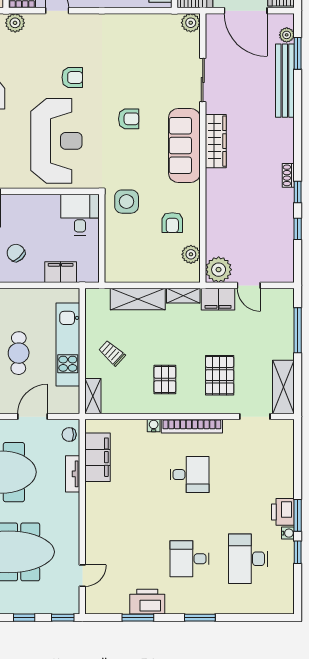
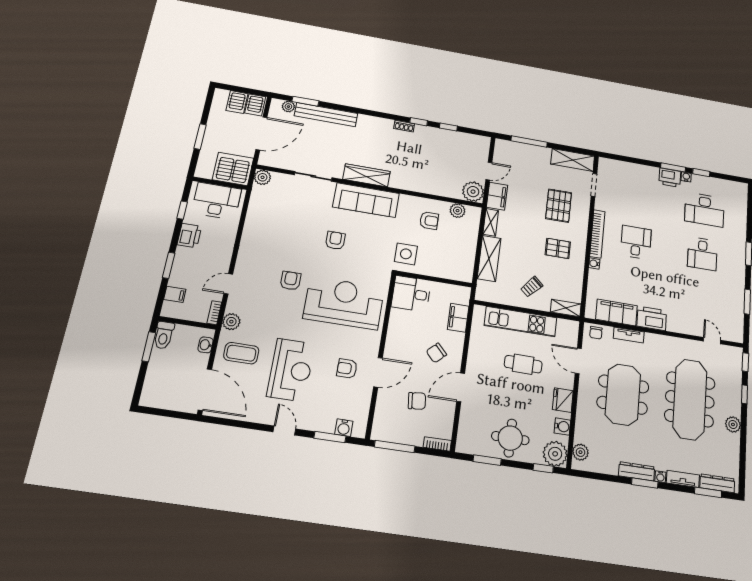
pallet: (220, 375) -> (559, 206), turned 90
printer: (147, 602) -> (652, 318), moved, turned 90

